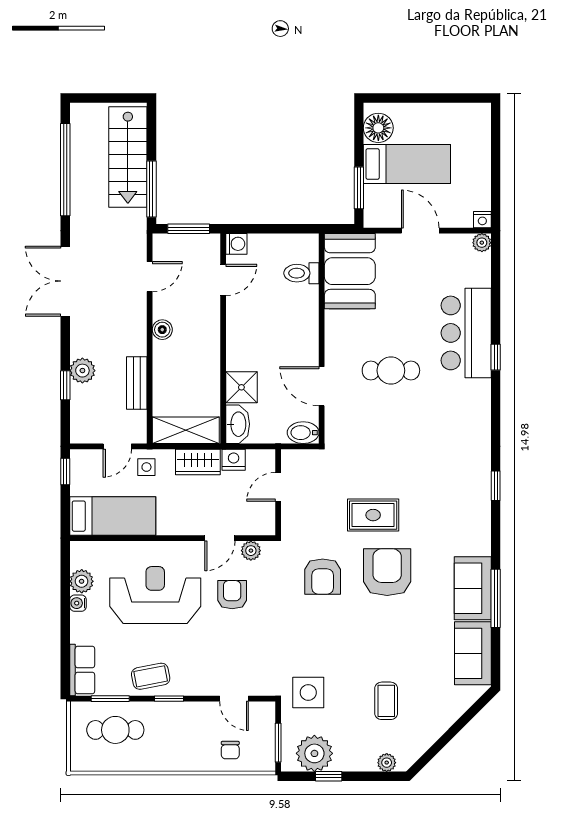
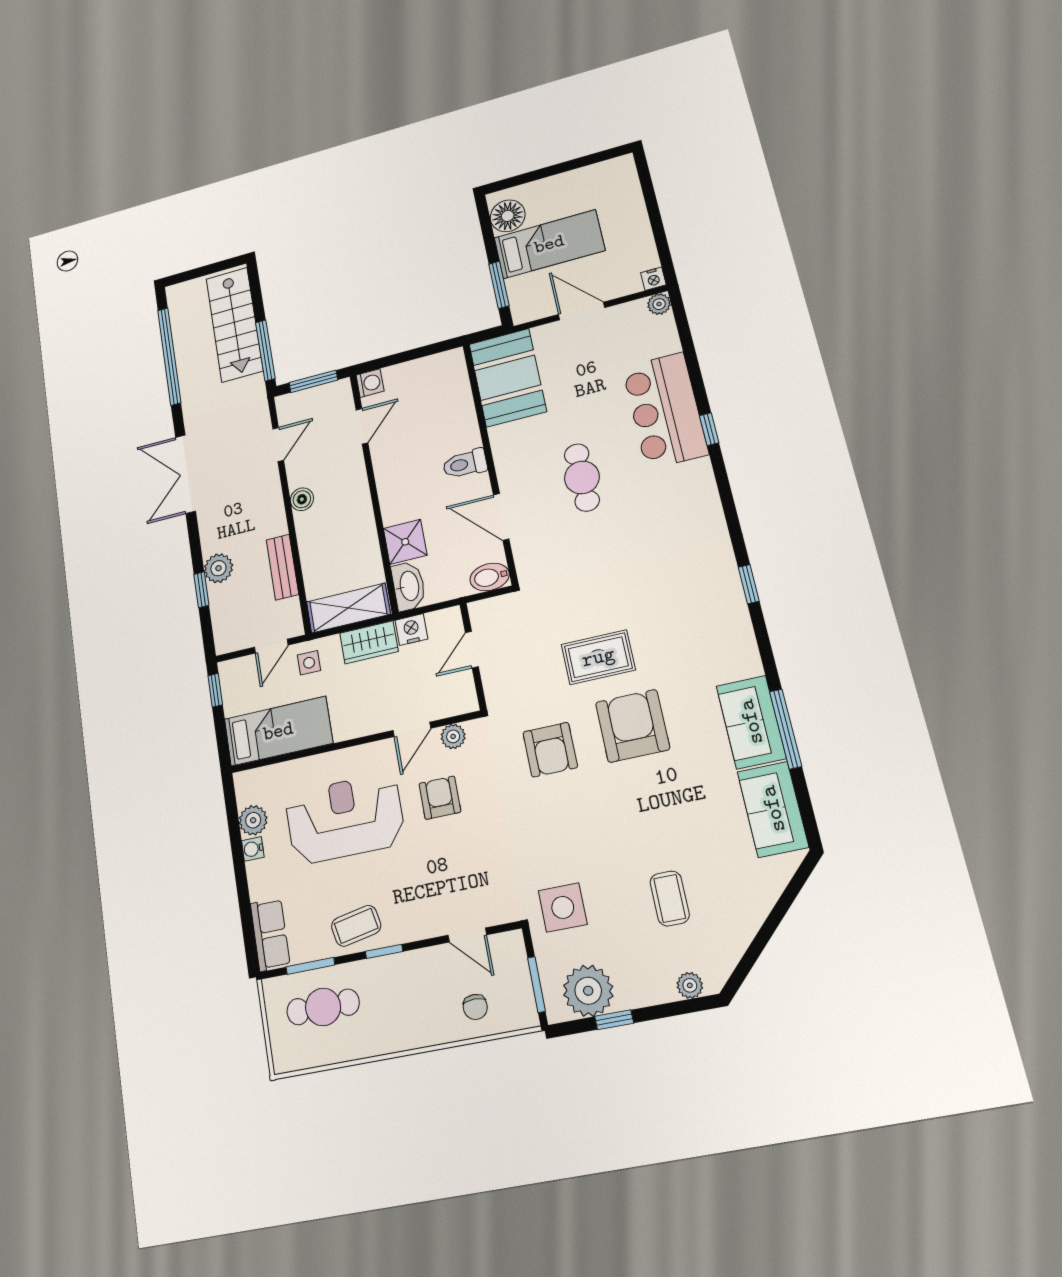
toilet: (301, 273) -> (465, 464), moved
cafe table: (391, 370) -> (582, 477), turned 90

